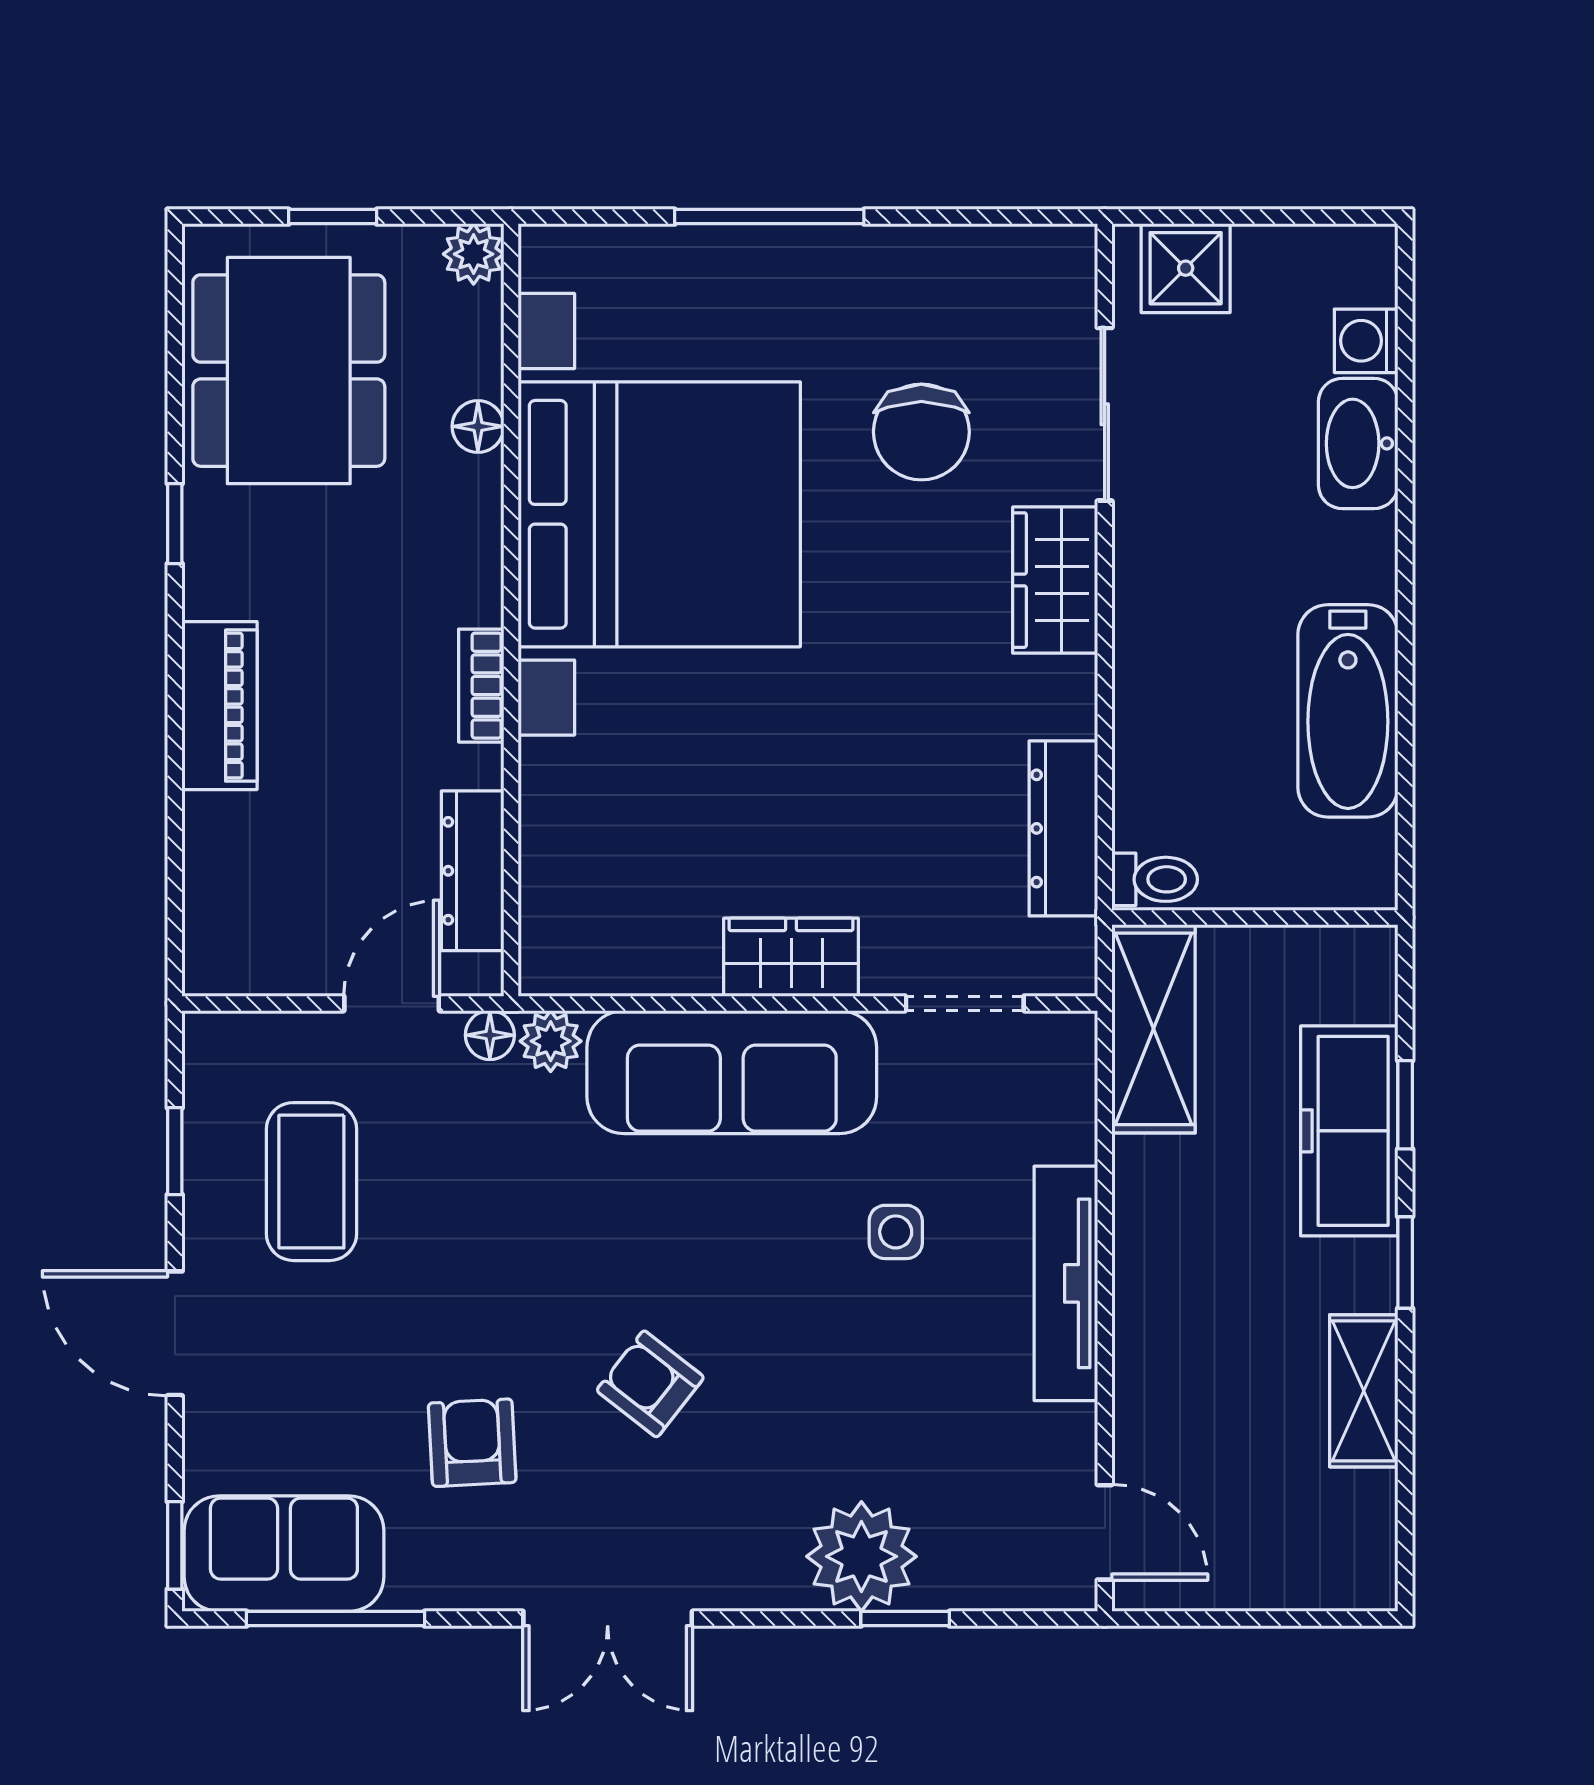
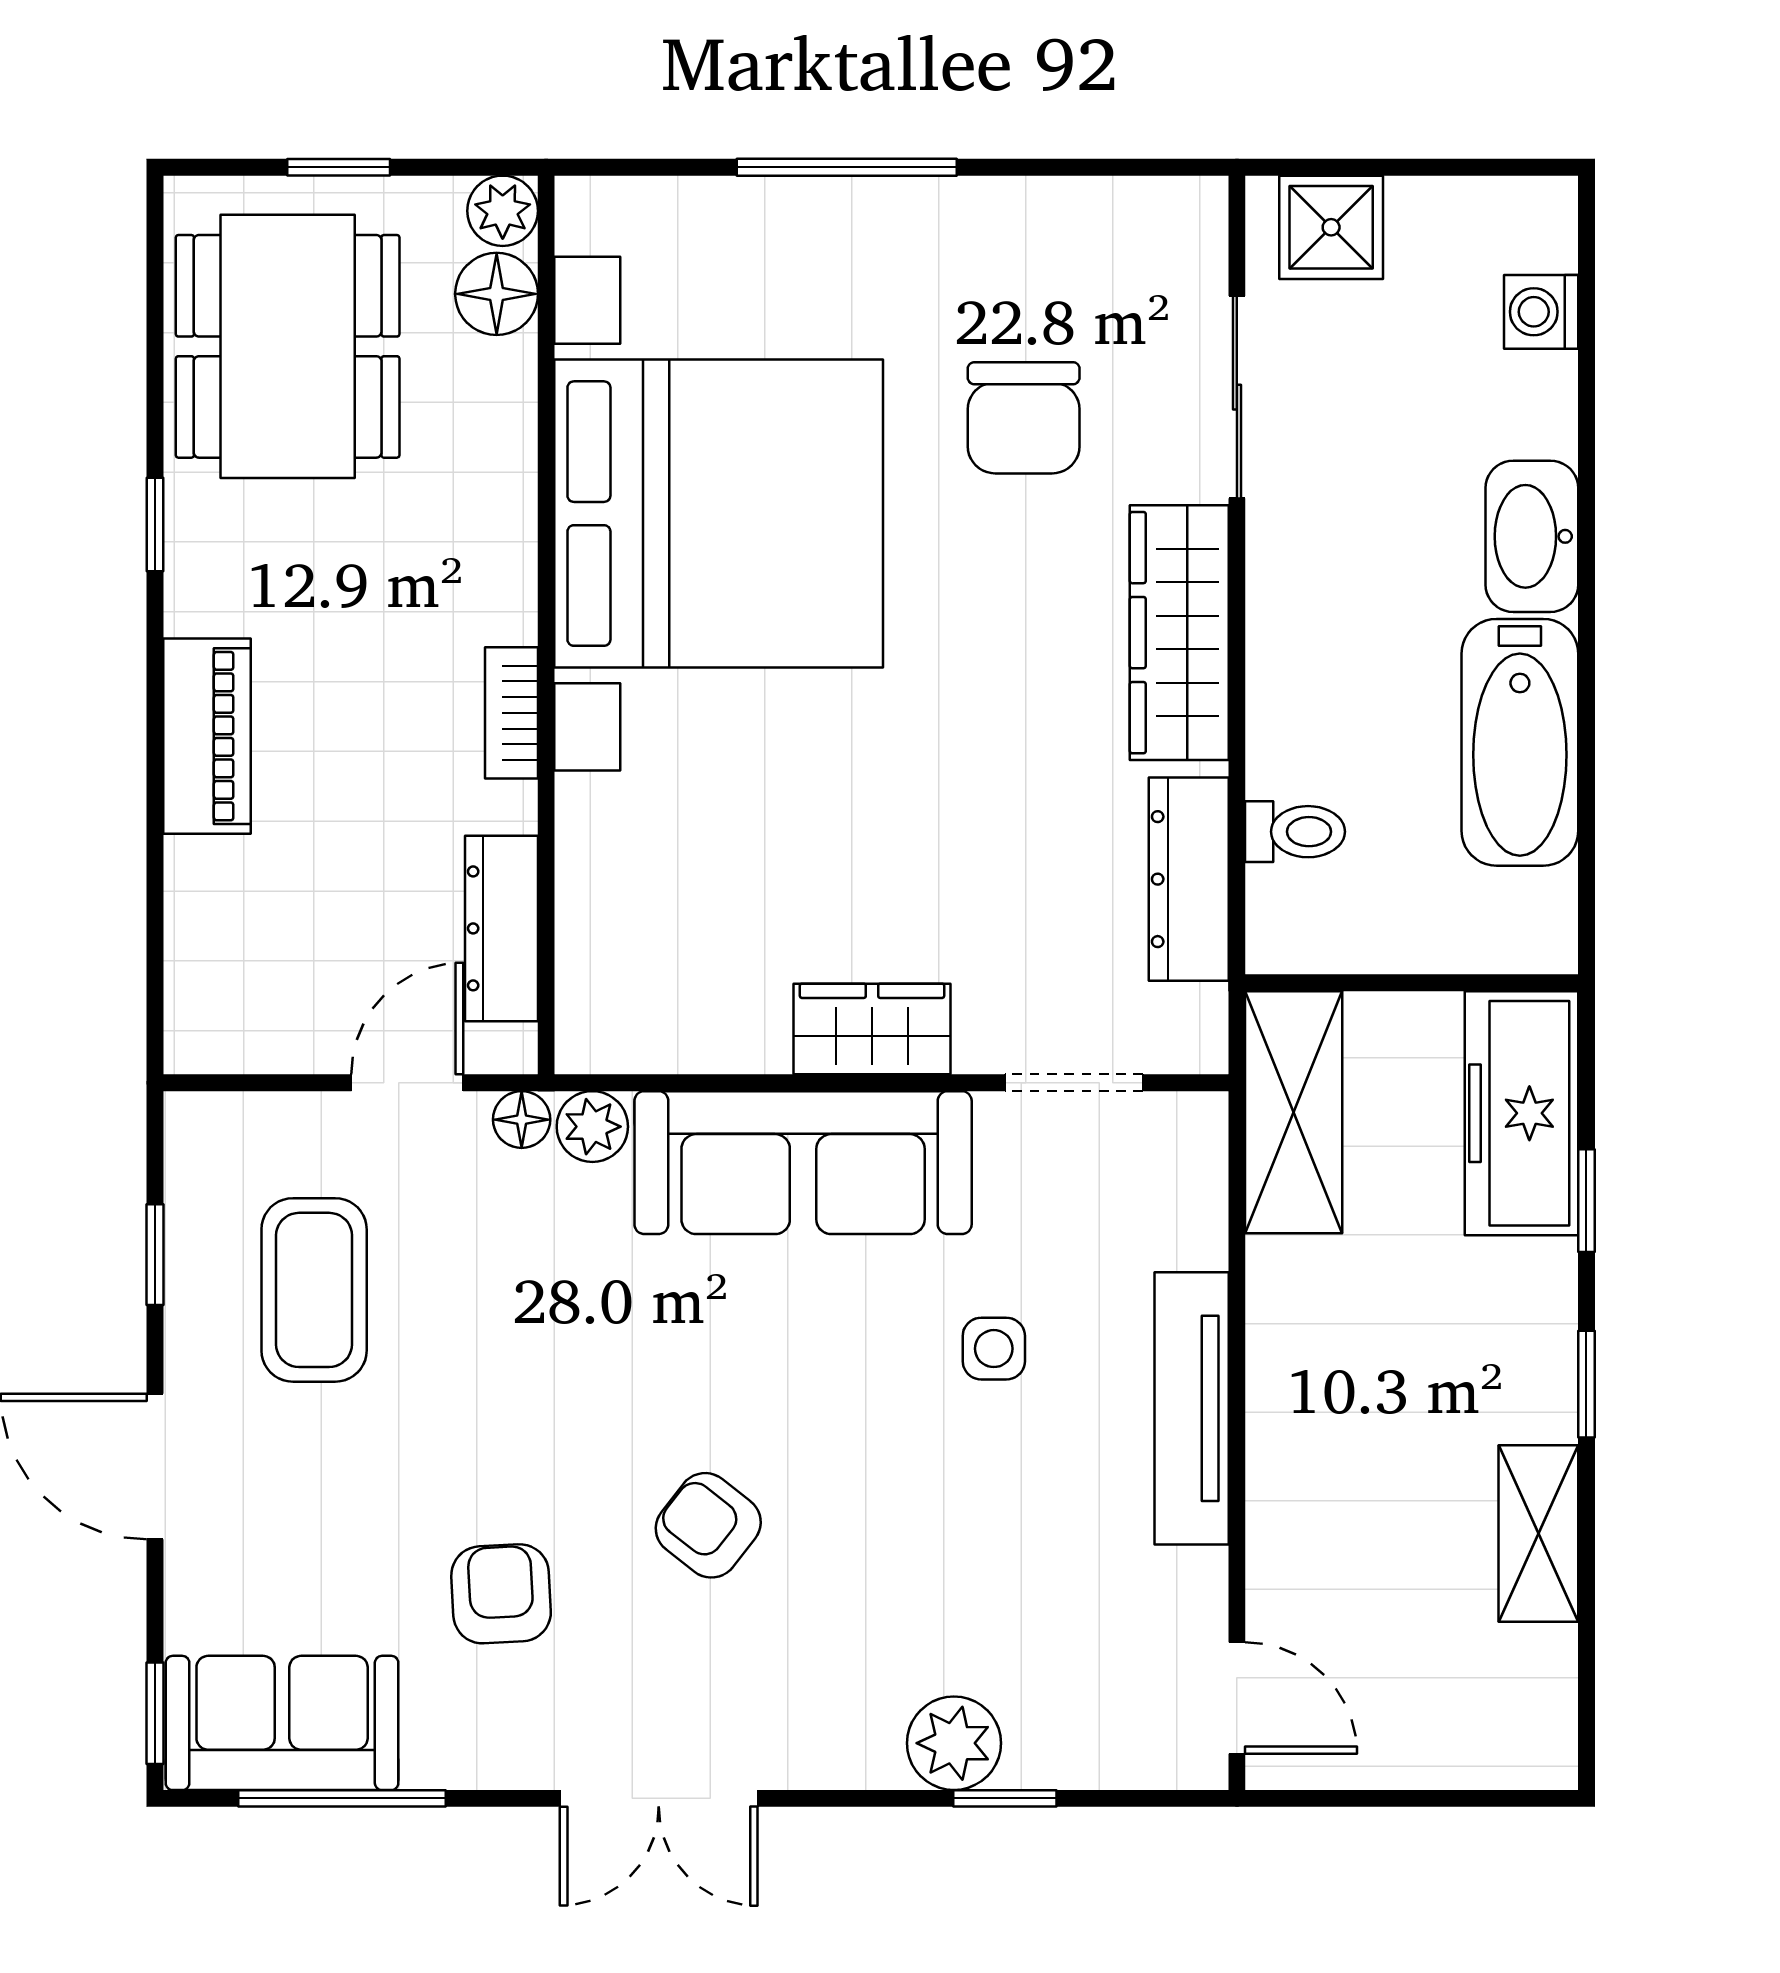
floor lamp: (478, 426) -> (497, 294), moved, width x1.37, depth x1.37
washbasin: (1358, 443) -> (1532, 536), moved
wardrobe: (1055, 580) -> (1179, 633), width x1.50
toilet: (1155, 879) -> (1295, 832), moved
freezer: (1349, 1131) -> (1521, 1113), moved
plant: (861, 1556) -> (954, 1743), width x0.73, depth x0.73

